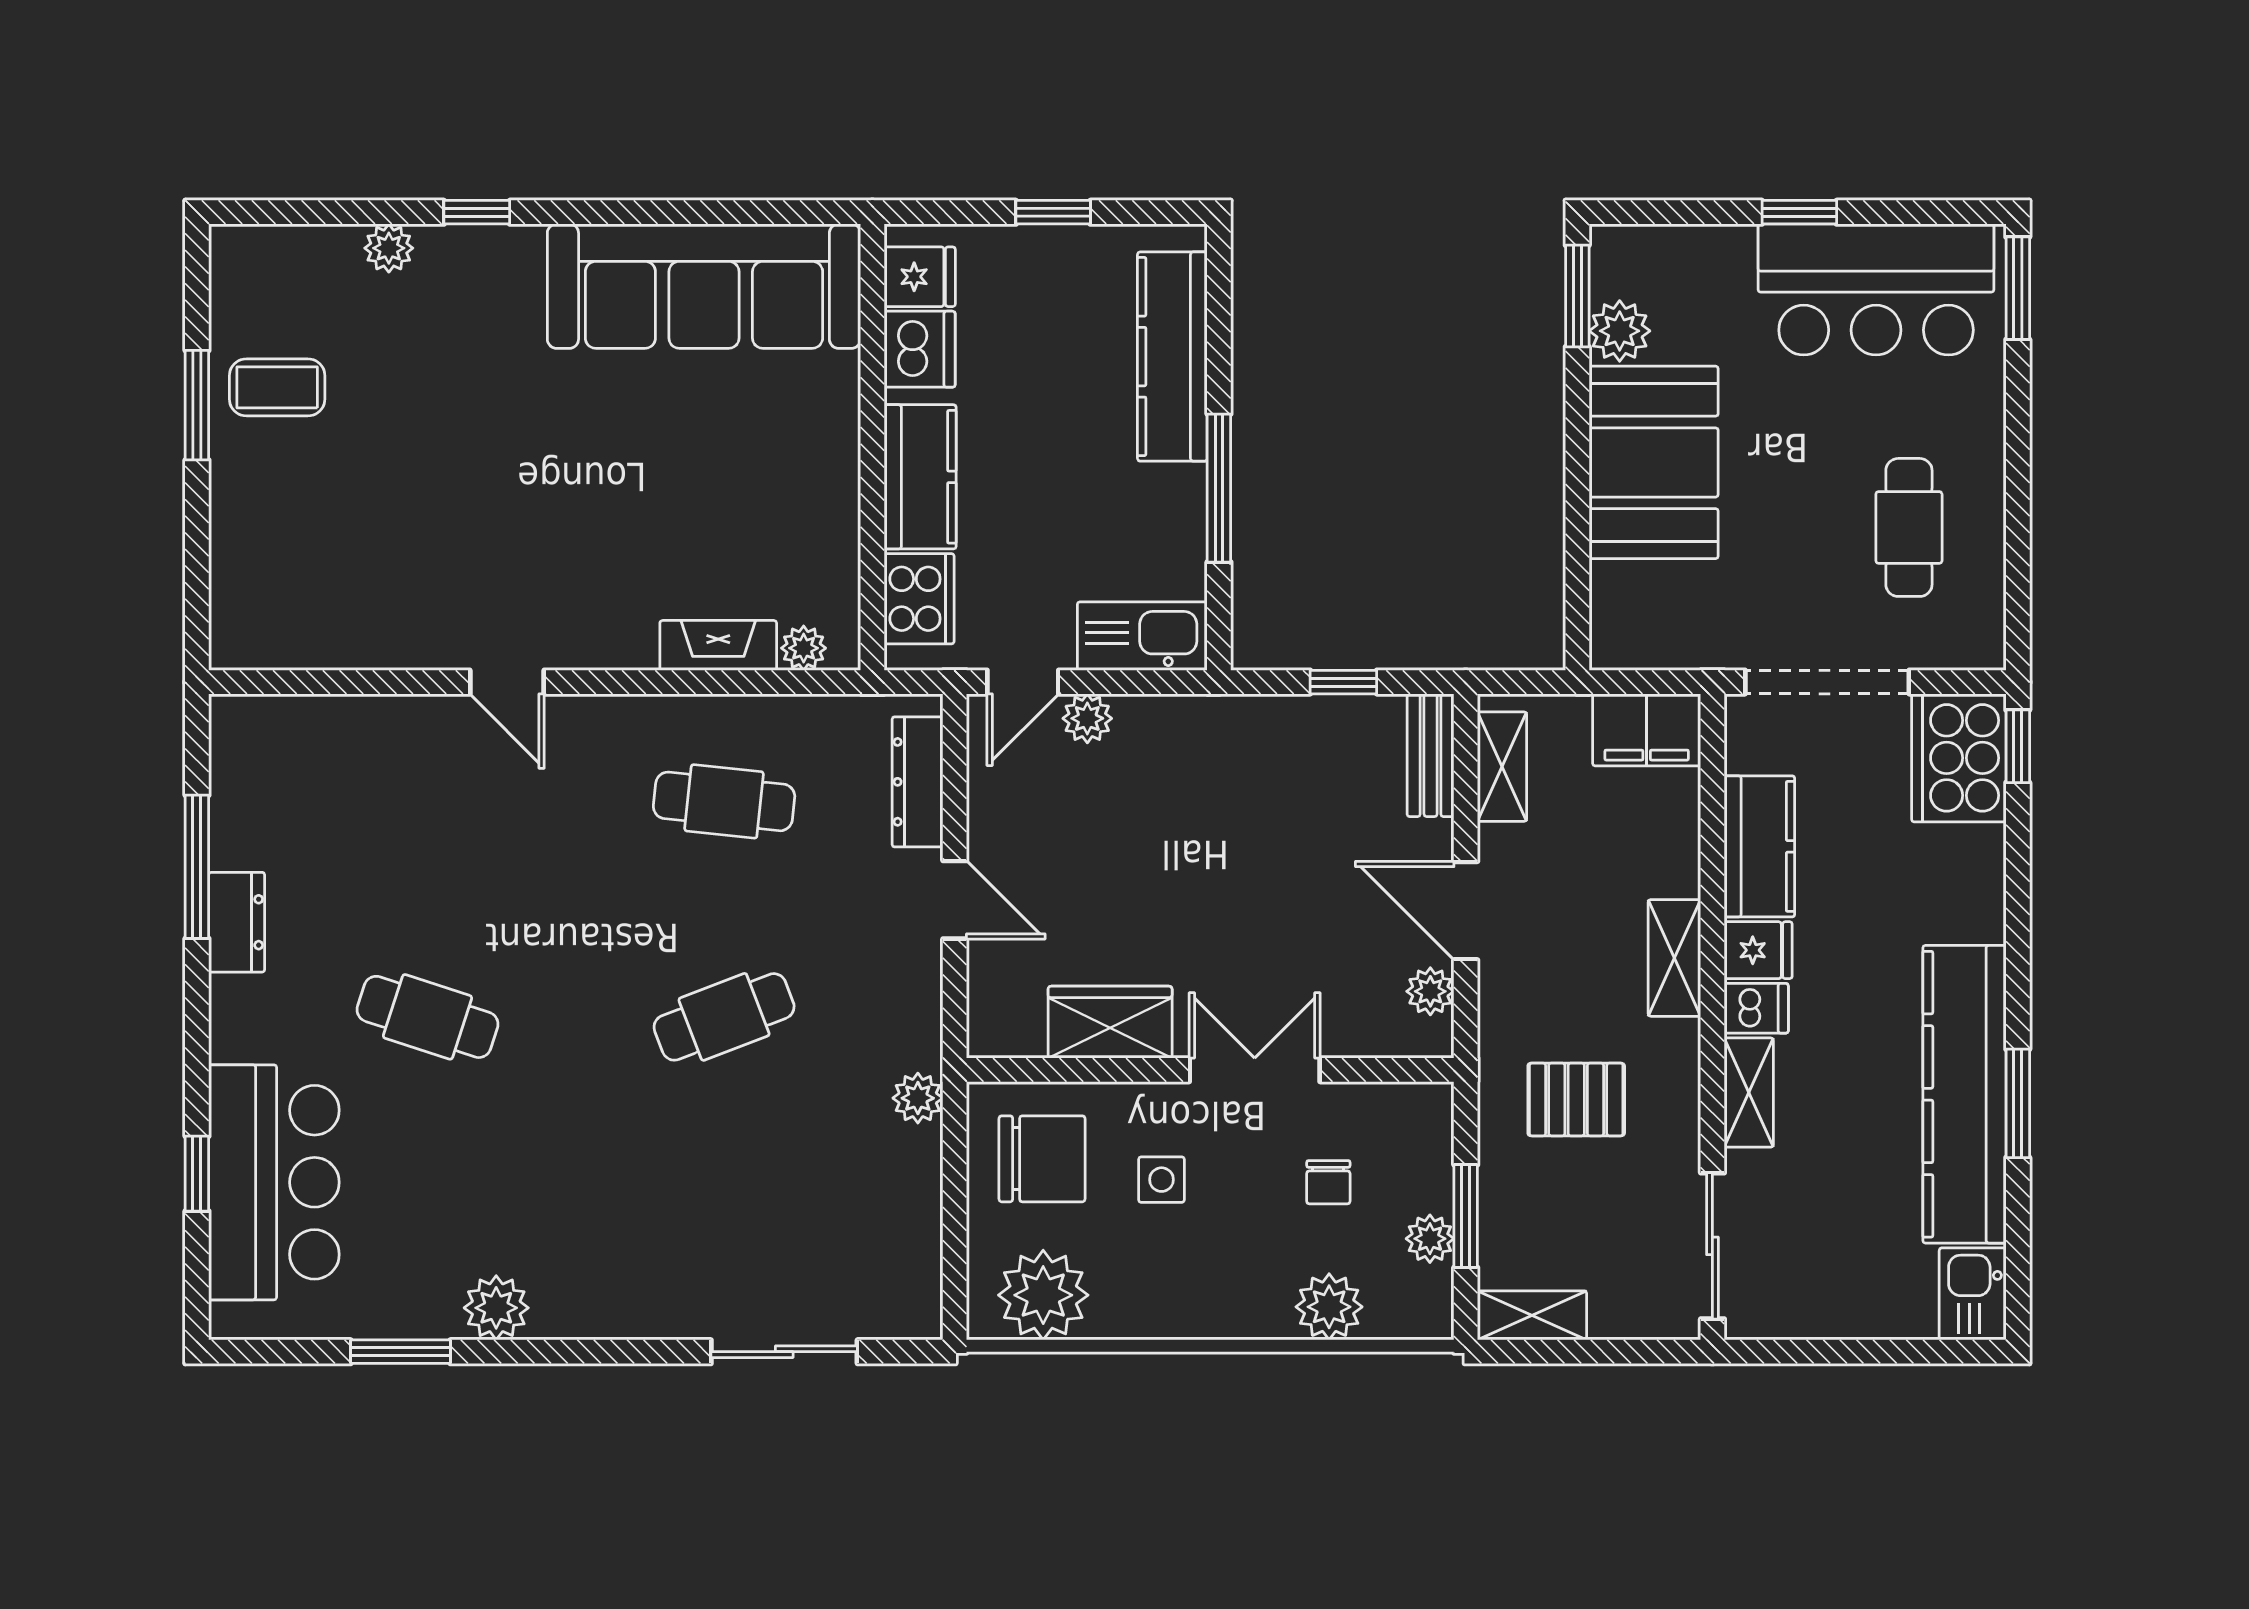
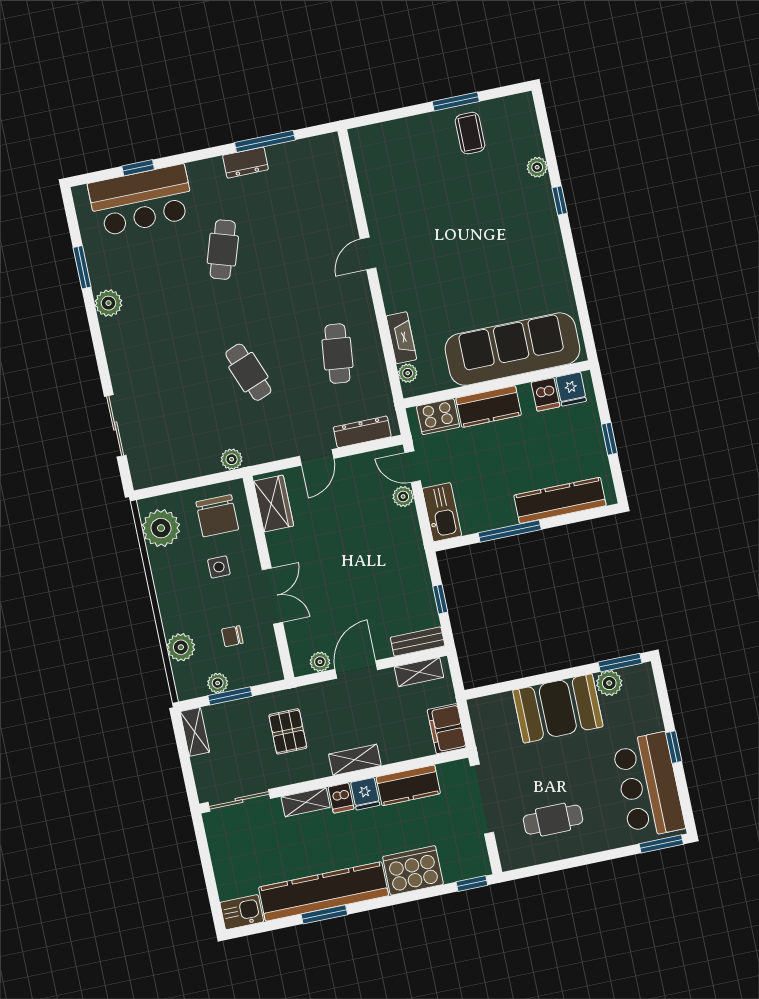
sofa: (704, 286) -> (512, 349), moved, turned 90
dishwasher: (920, 349) -> (546, 394), width x0.73
cooker: (1959, 758) -> (413, 870), moved
wardrobe: (1110, 1022) -> (274, 504), moved

